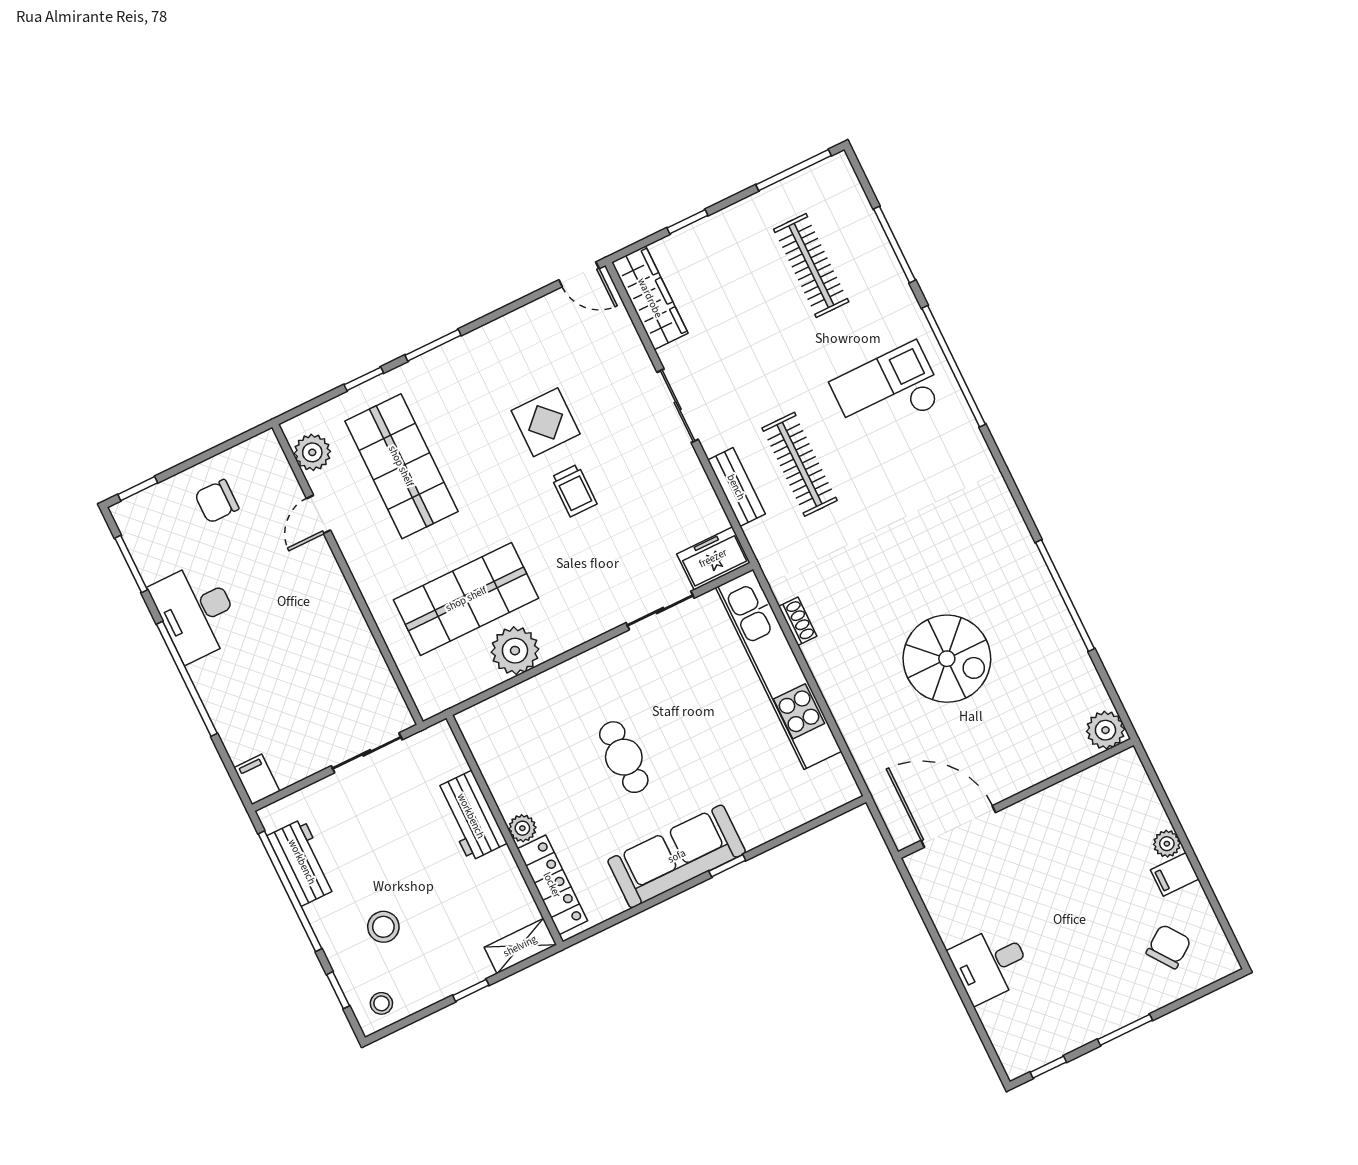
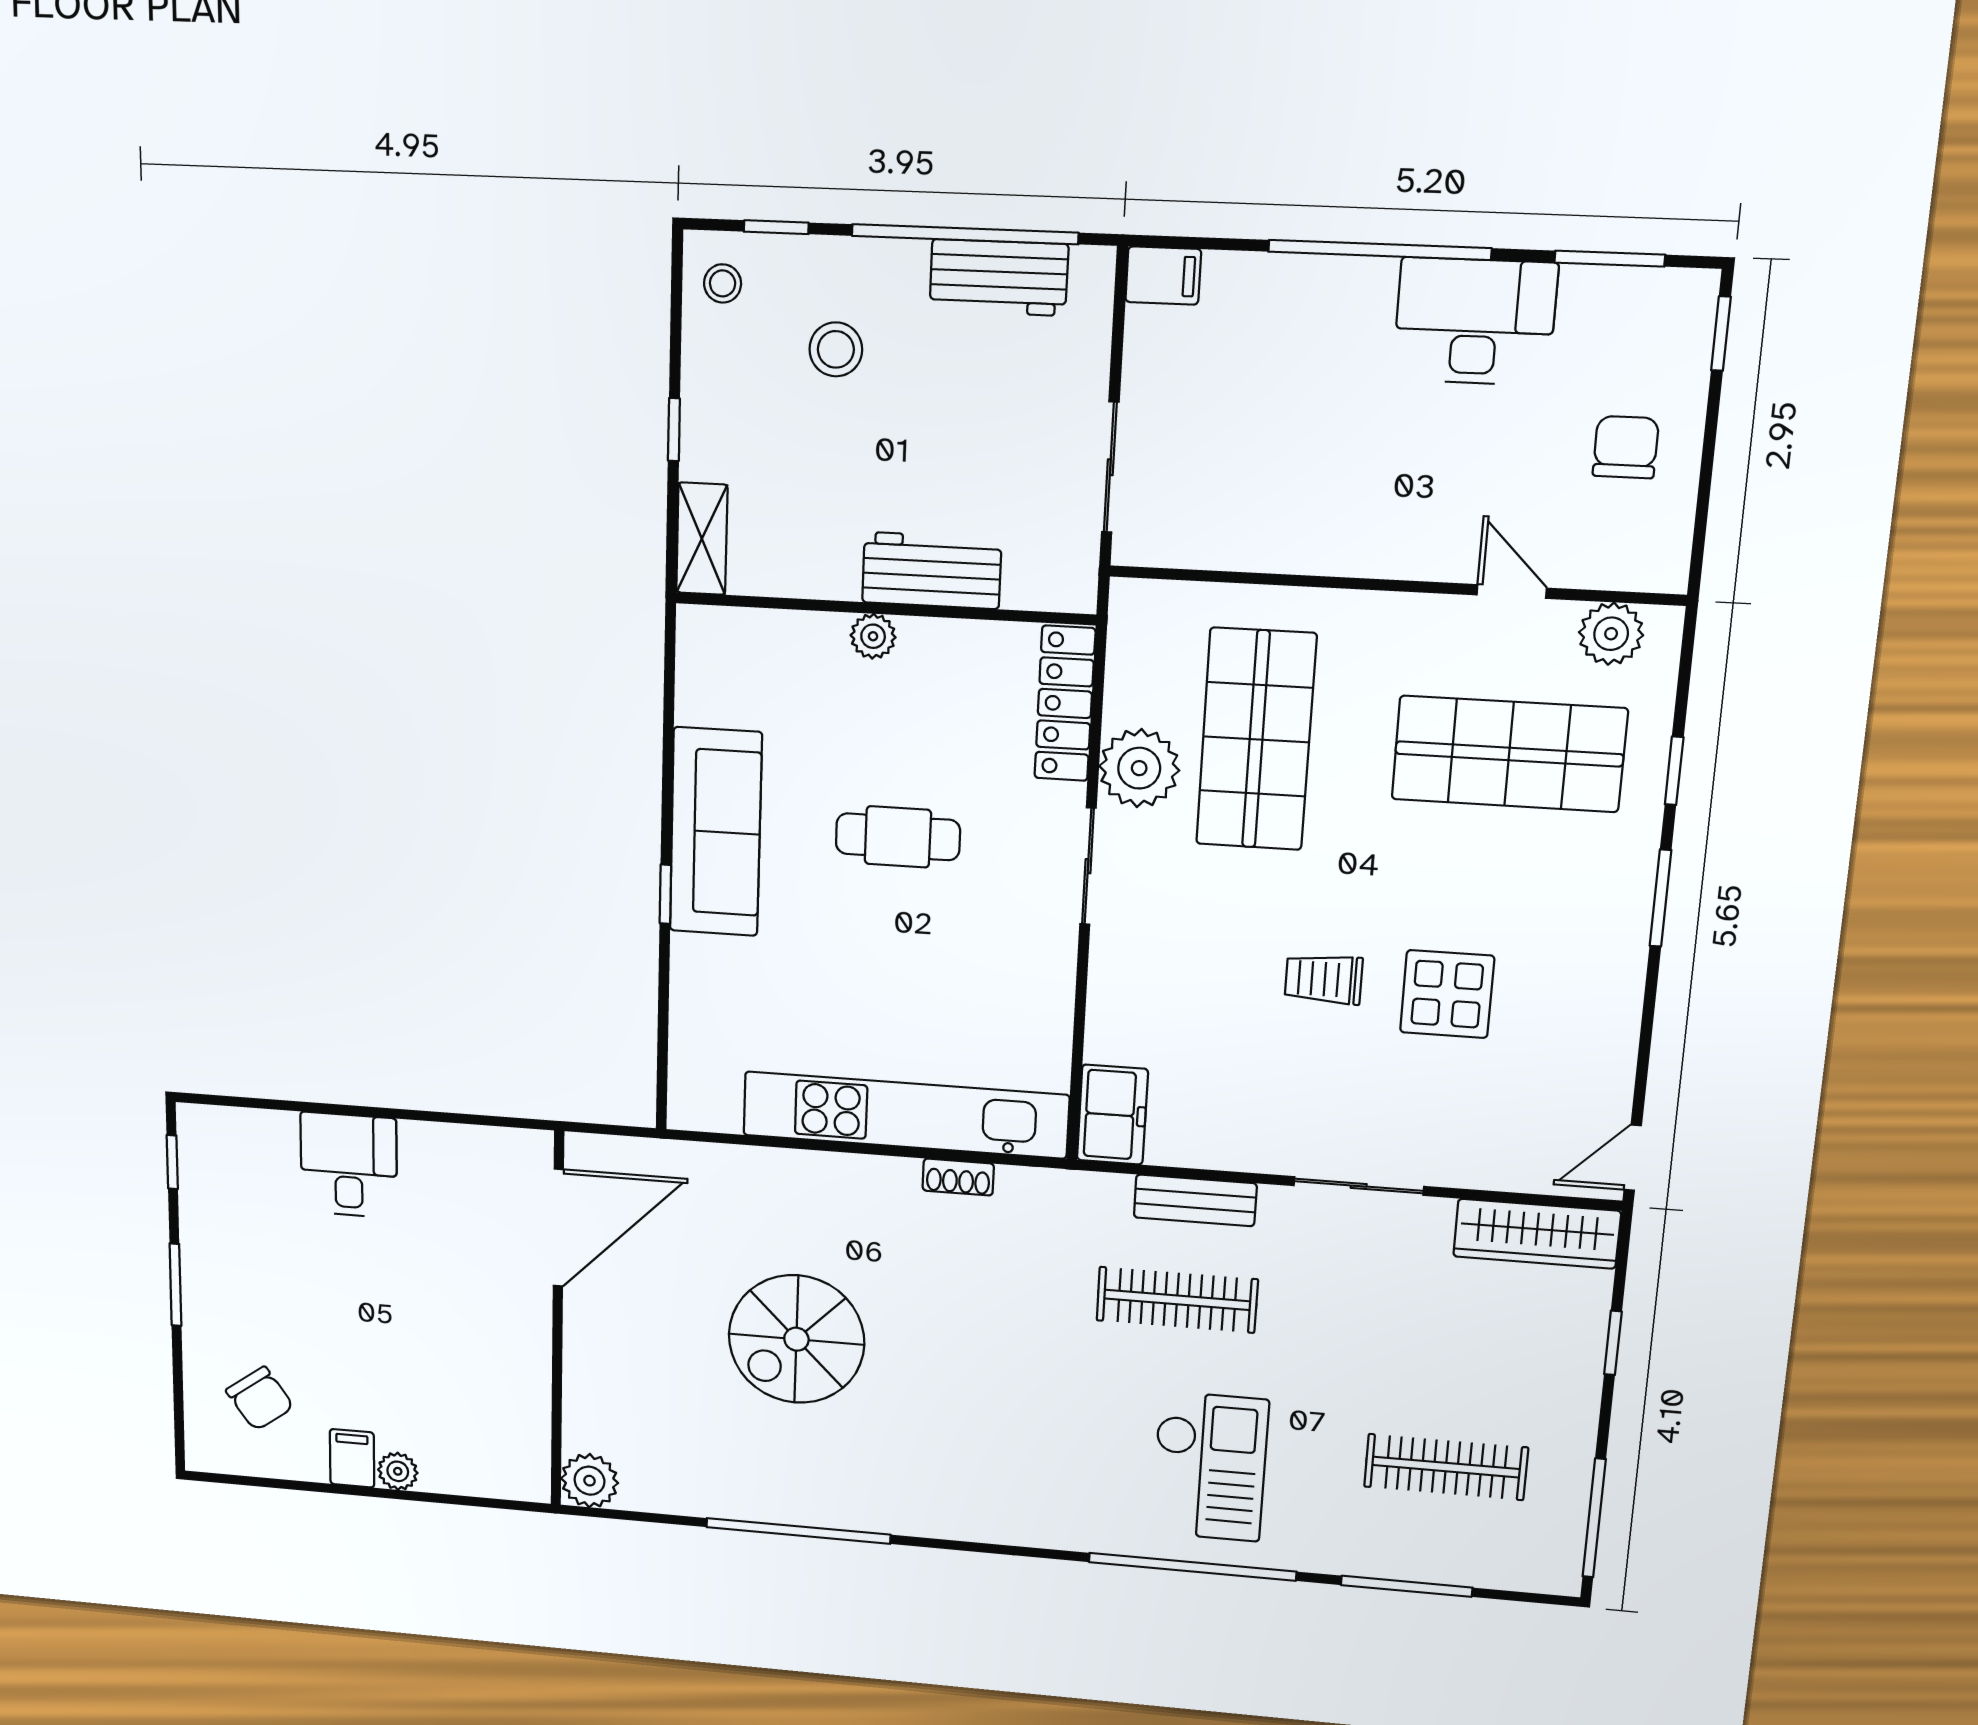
sliding door: (660, 610) -> (1088, 866), moved
locker: (552, 885) -> (1065, 703), moved, turned 90

